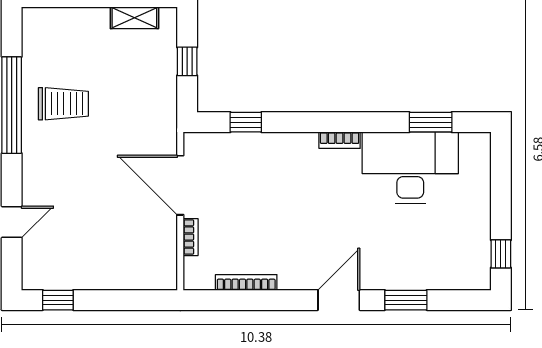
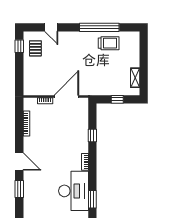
trolley: (63, 104) -> (109, 43), moved, turned -90
window: (246, 122) -> (92, 135), moved
pallet: (63, 261) -> (35, 48), added

